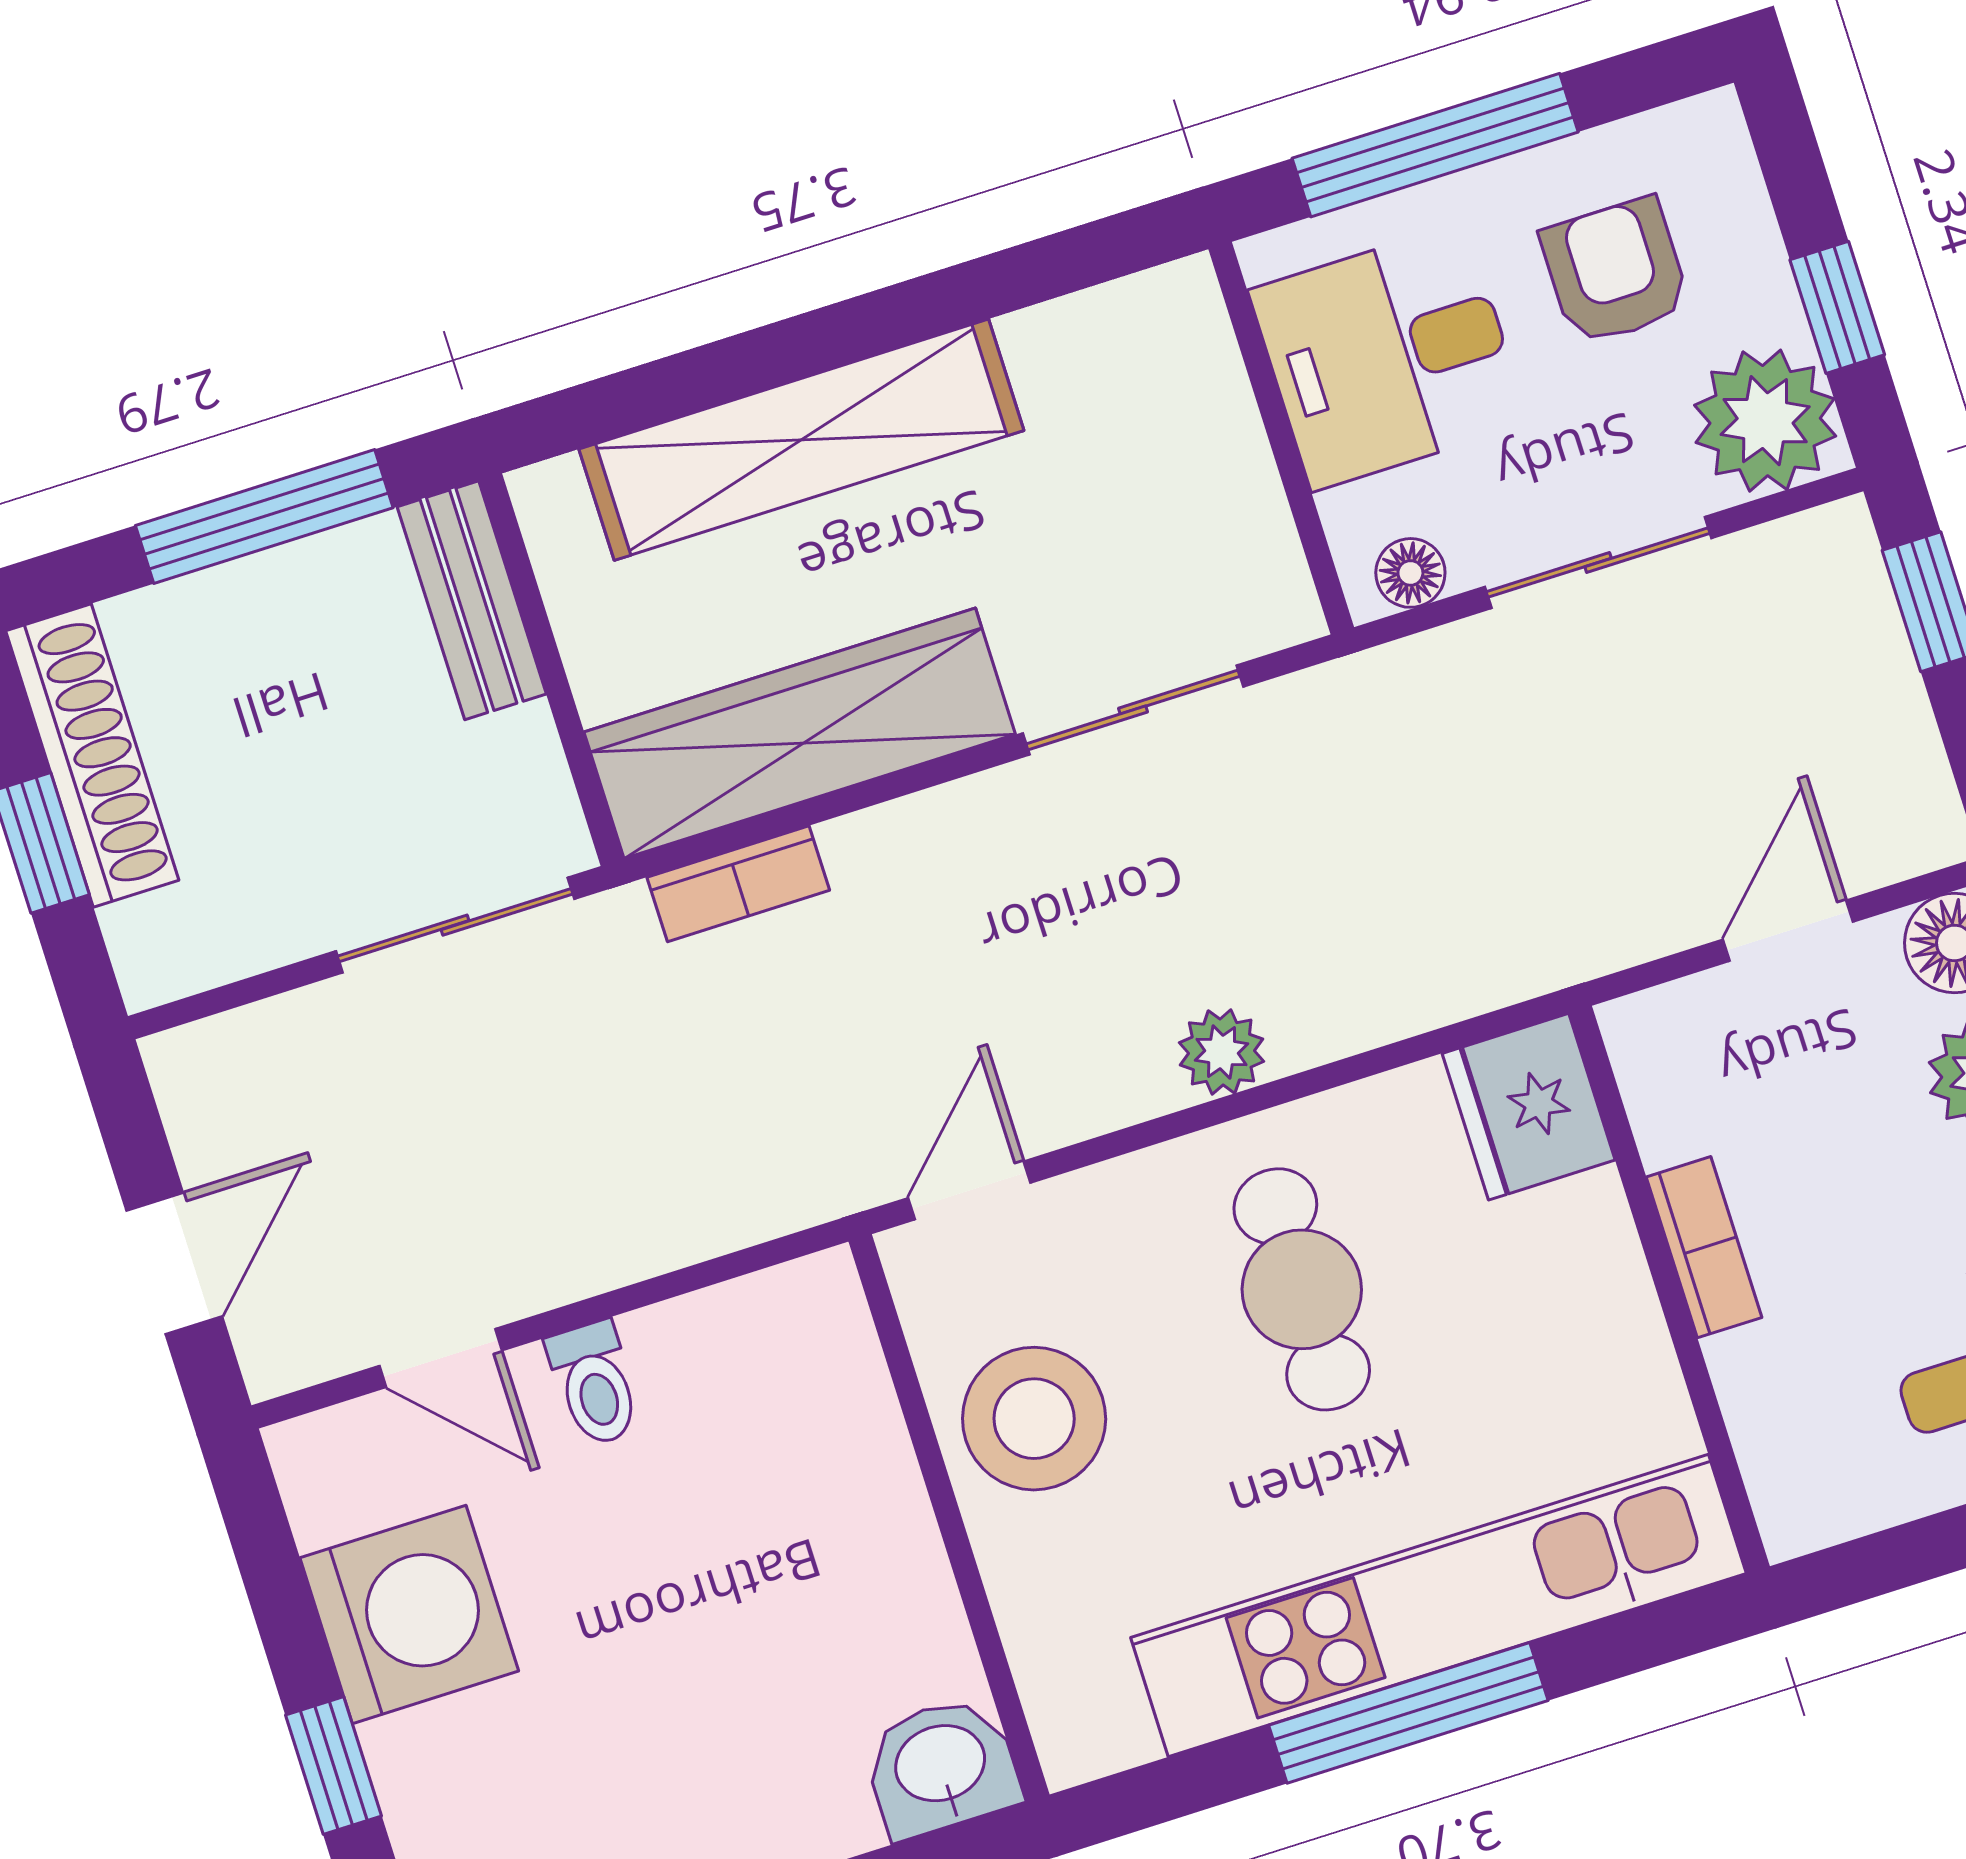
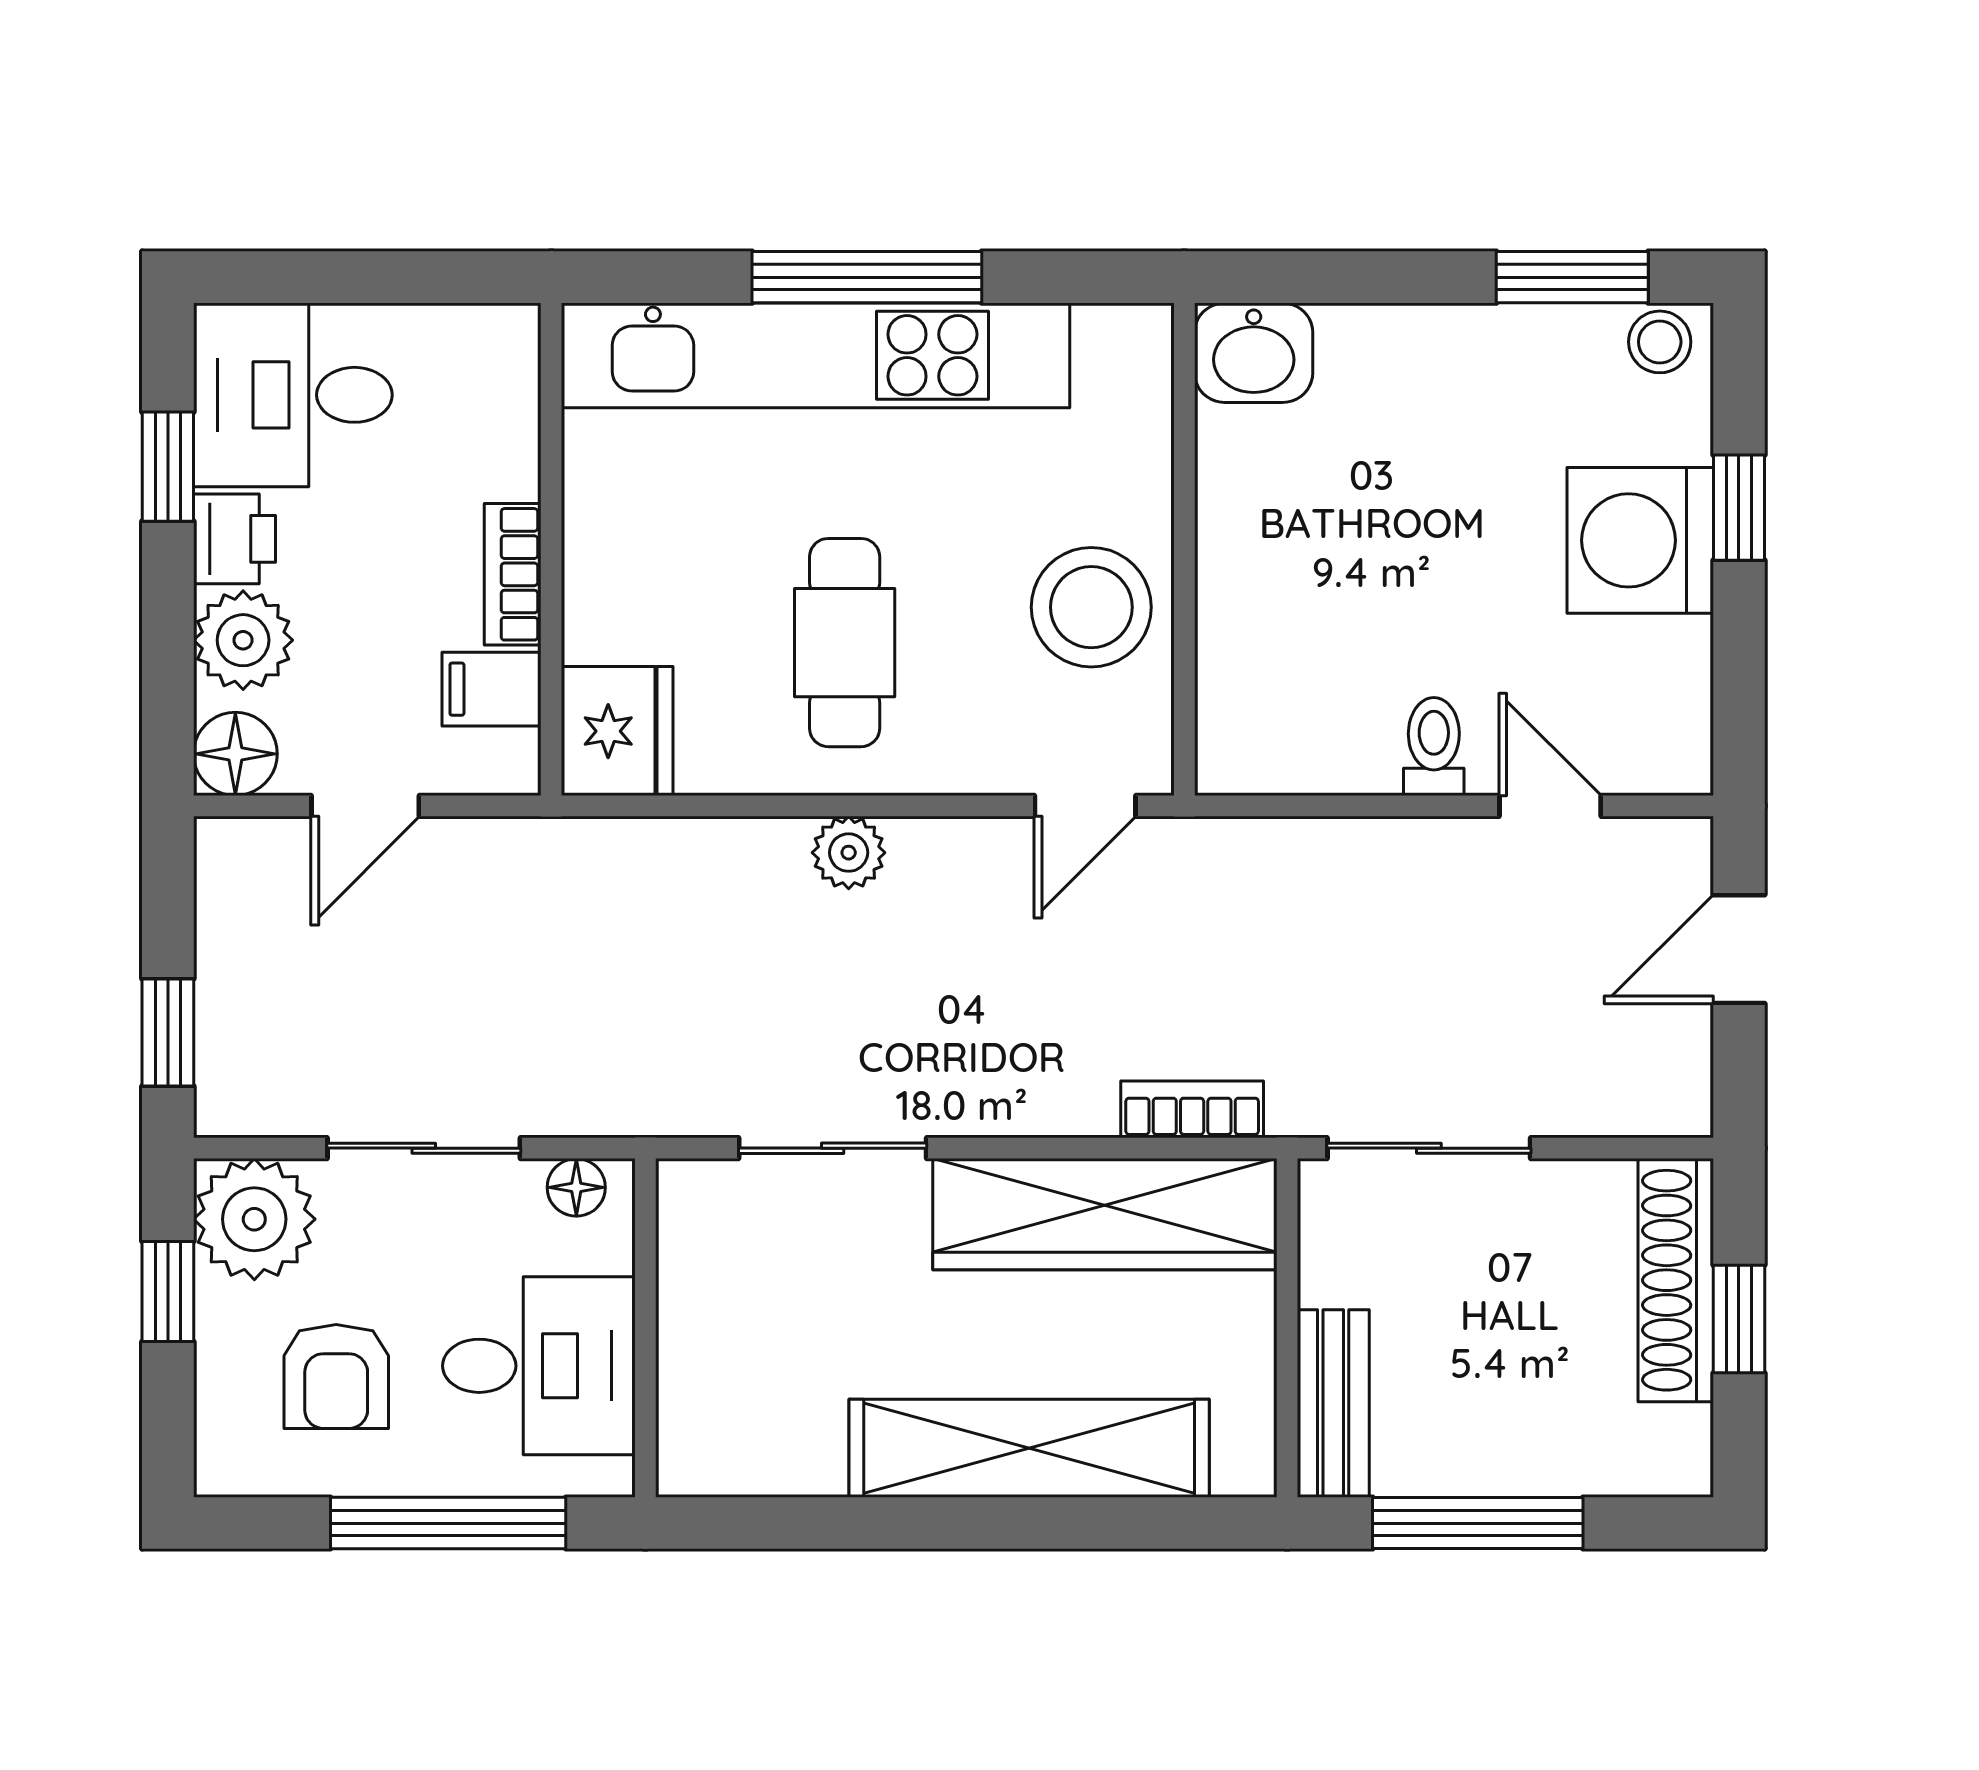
shoe rack: (92, 756) -> (1676, 1280), moved
filing cabinet: (1687, 1109) -> (492, 689), added
washing machine: (409, 1614) -> (1640, 540), moved

